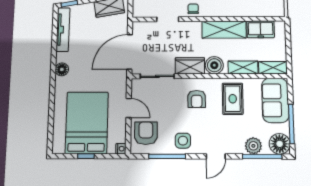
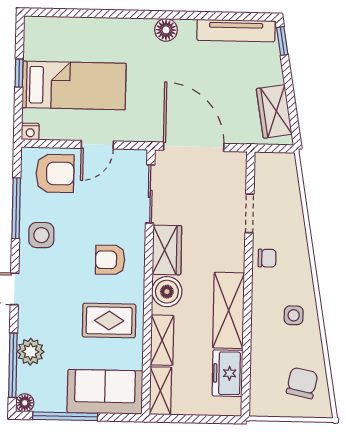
bed: (87, 123) -> (74, 85), width x0.67
floor lamp: (280, 144) -> (25, 403), width x0.53, depth x0.53

